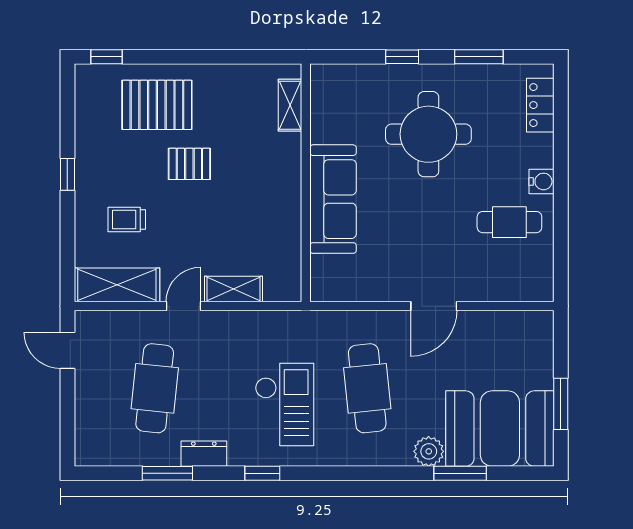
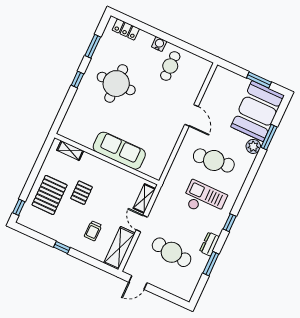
shelving: (290, 105) -> (70, 151), moved
wall: (306, 183) -> (107, 159), moved
sofa: (333, 199) -> (119, 151), moved

